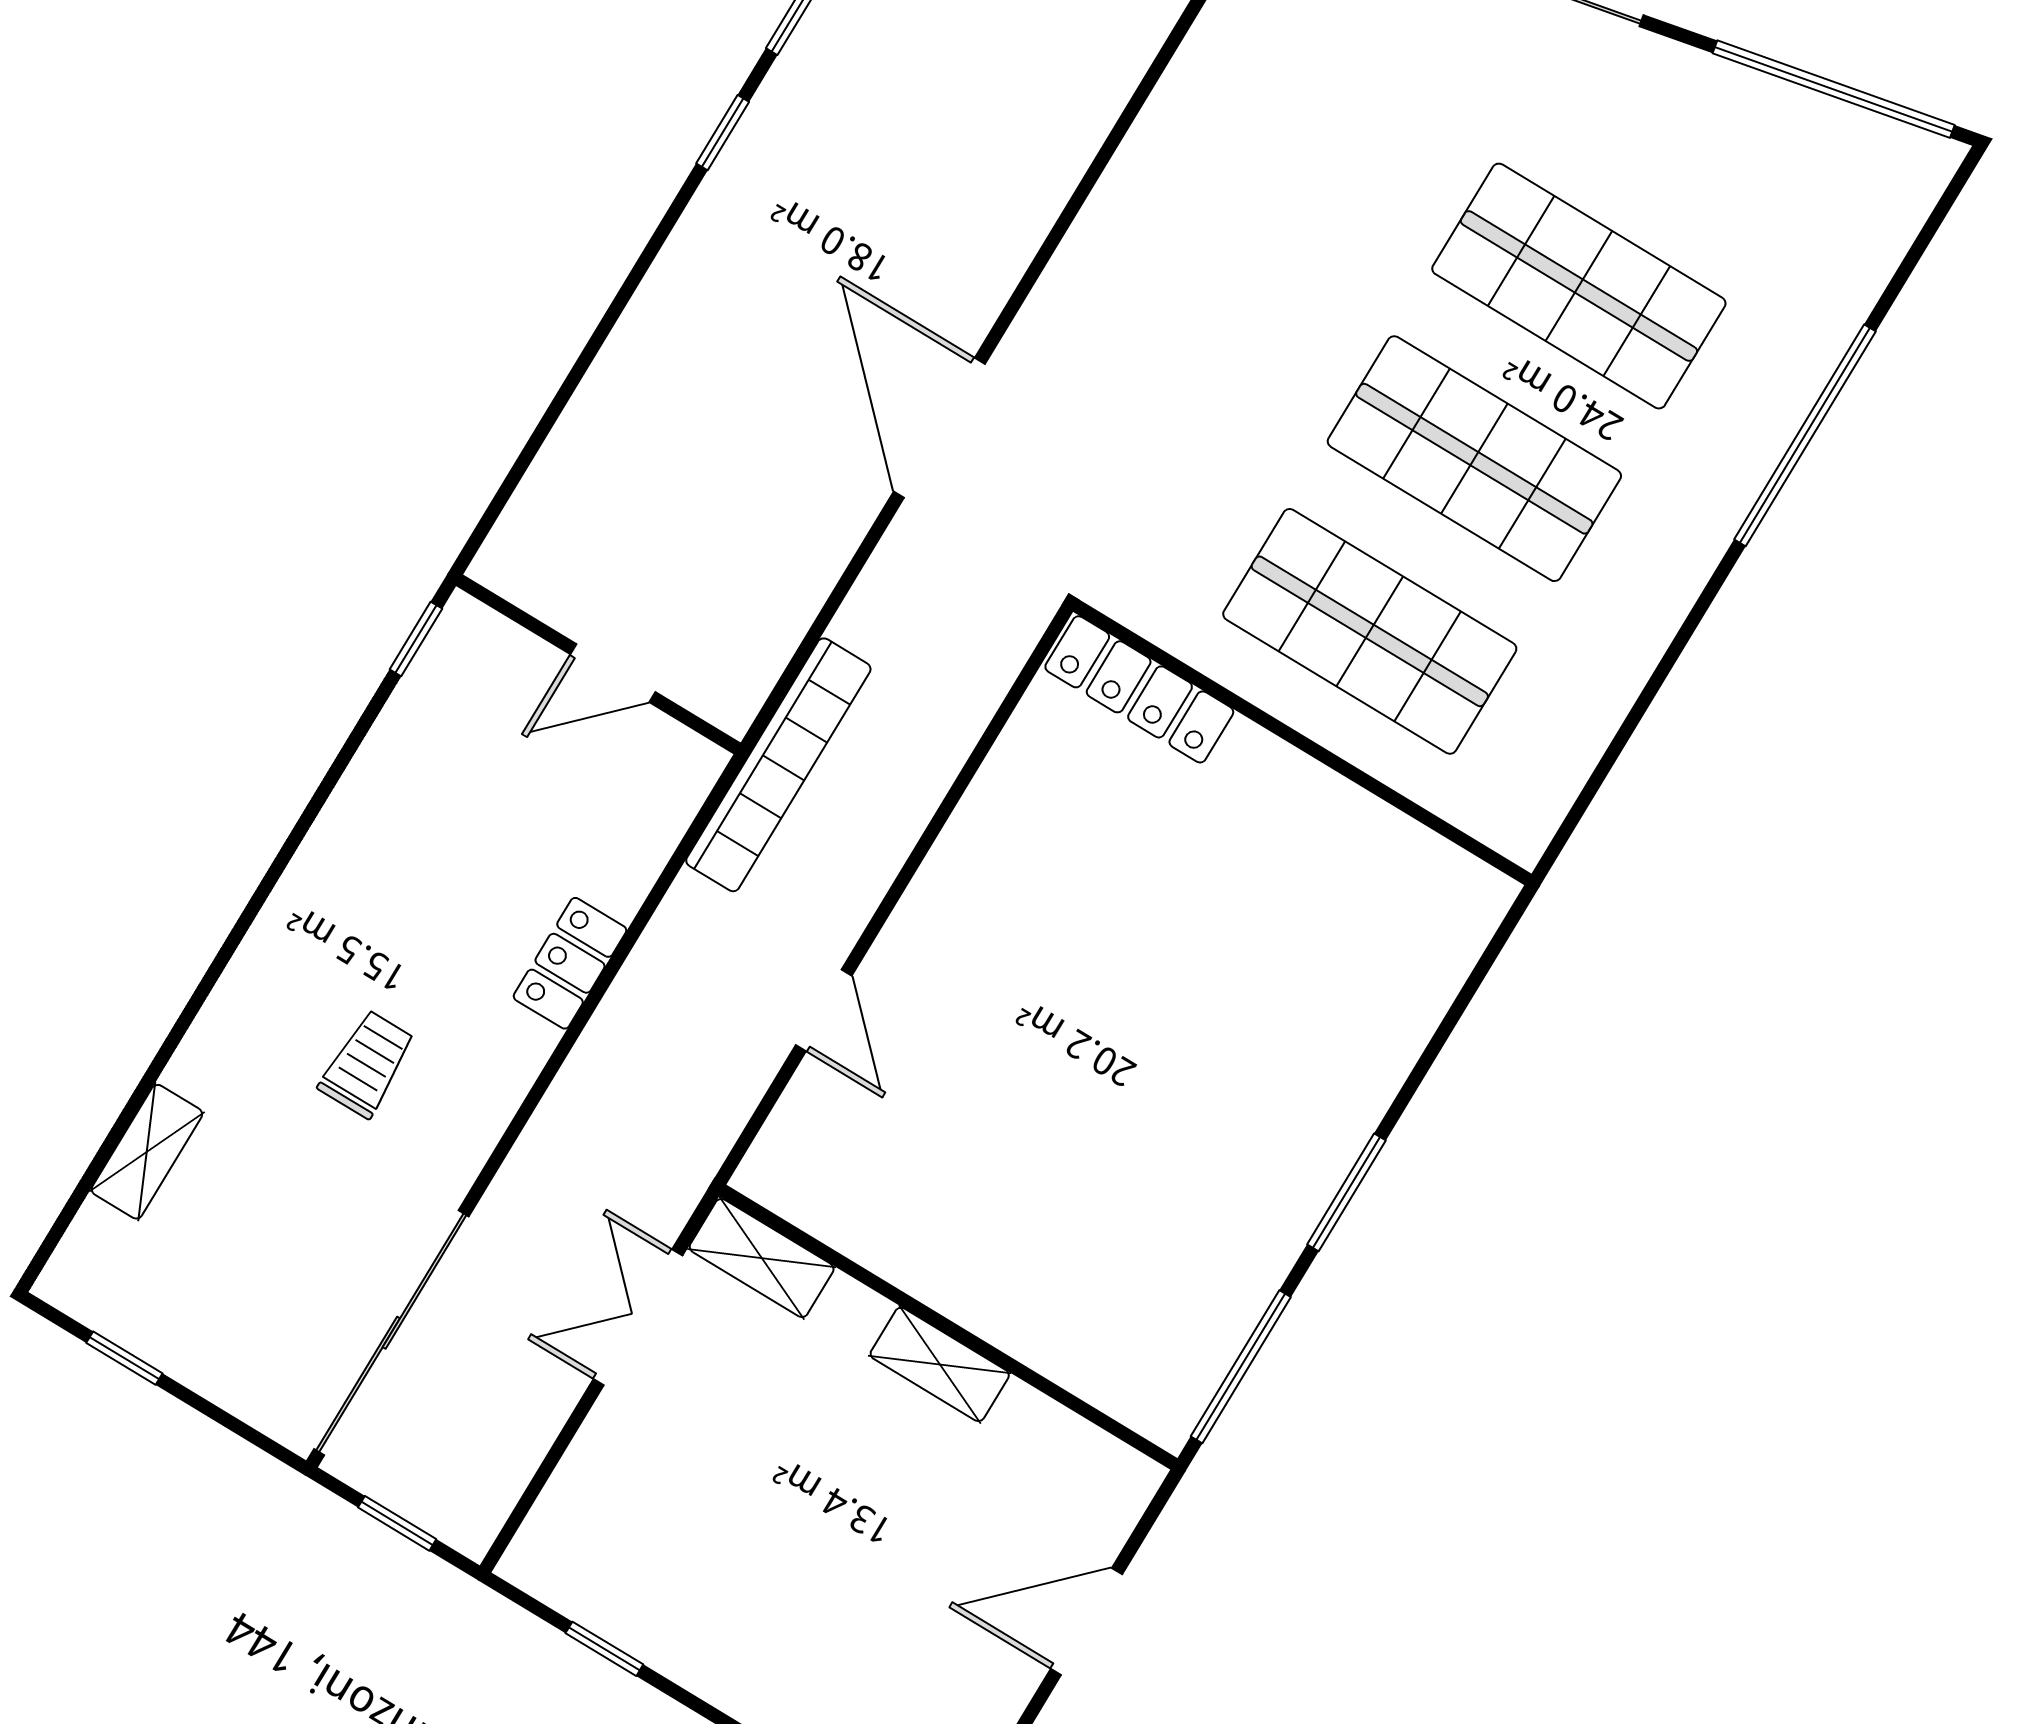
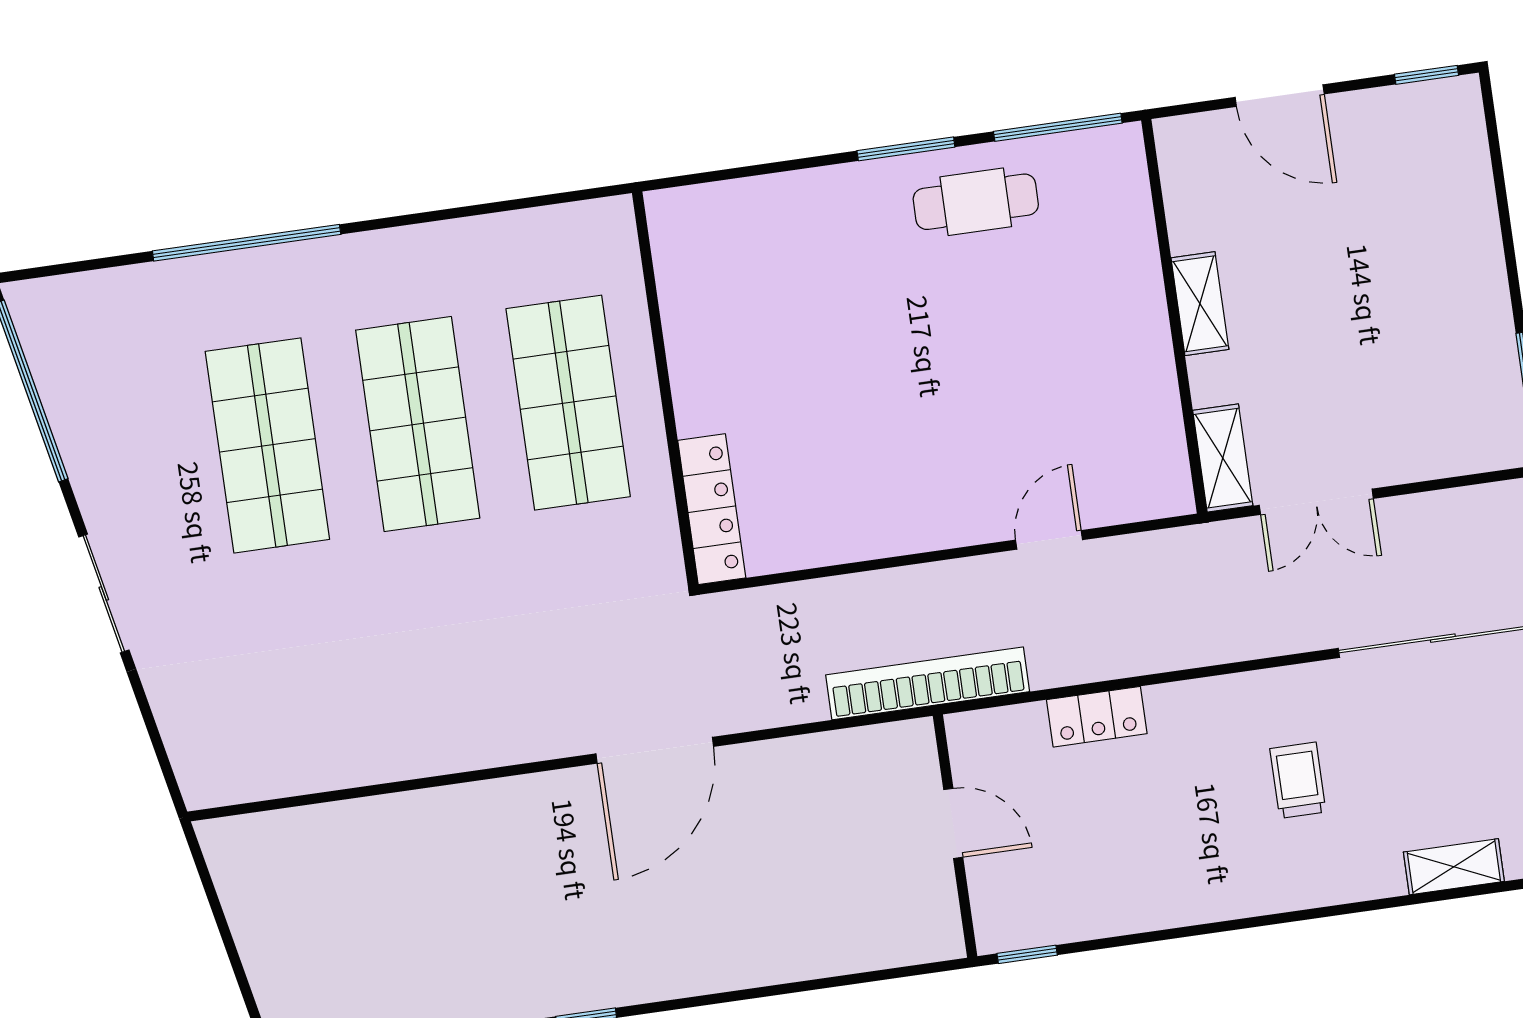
locker: (570, 963) -> (1097, 717), moved
trolley: (367, 1064) -> (1298, 780), turned 90
cafe table: (1233, 1220) -> (976, 202), added

